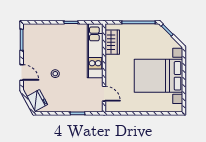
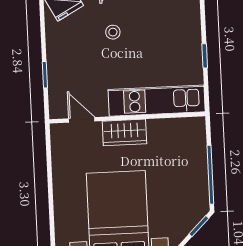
wardrobe: (112, 42) -> (124, 132), moved
door: (104, 94) -> (82, 120), swing flipped

